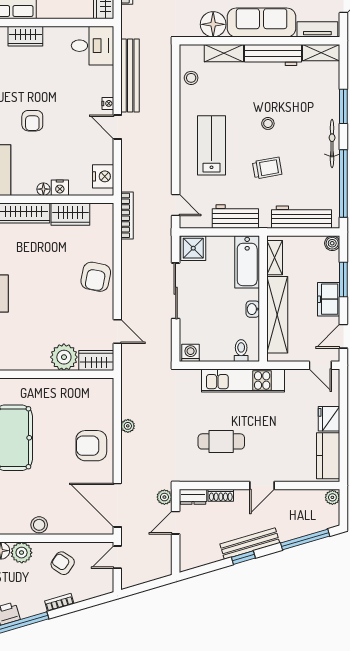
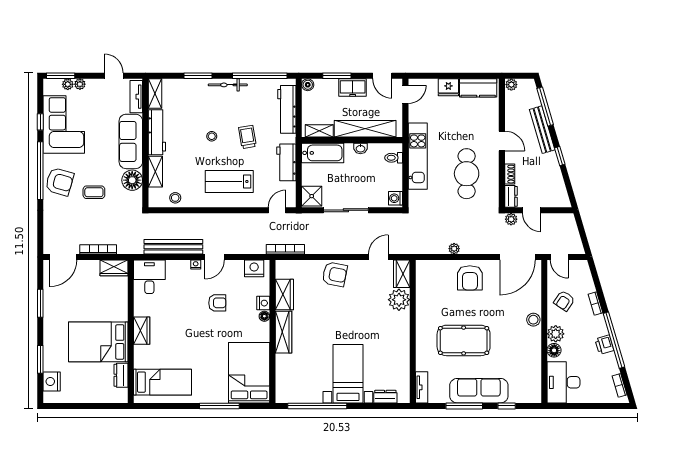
armchair: (32, 121) -> (217, 303), moved
cafe table: (221, 441) -> (467, 174), width x1.37, depth x1.35
bench: (250, 544) -> (542, 130), moved

